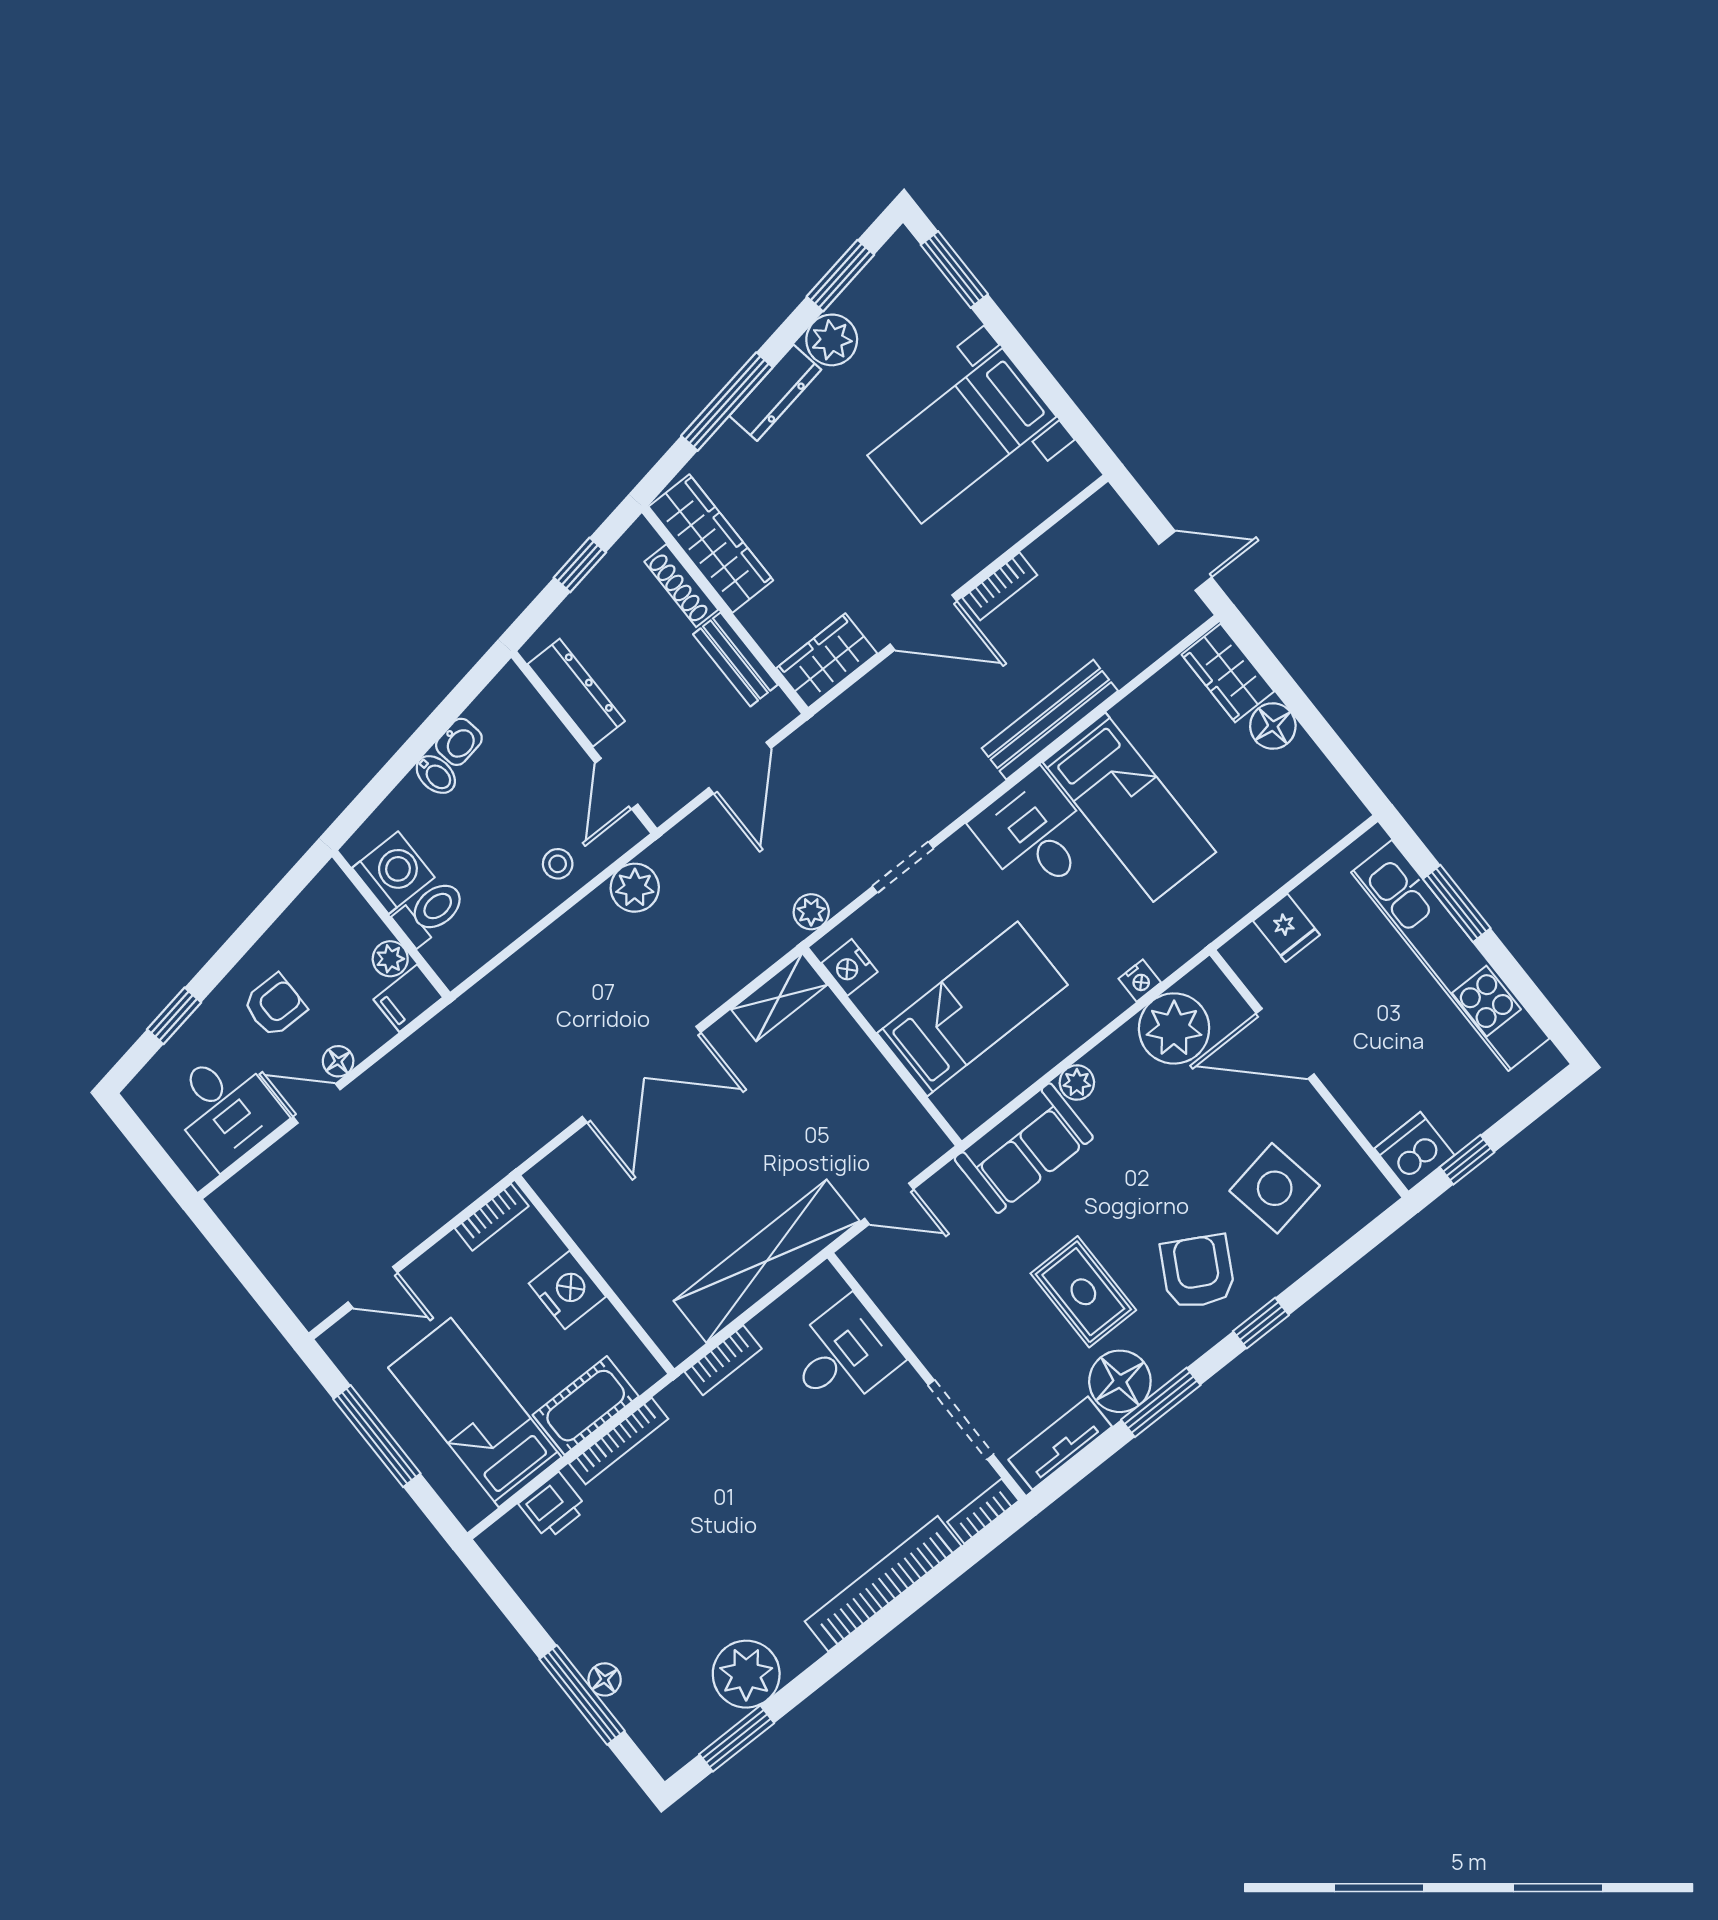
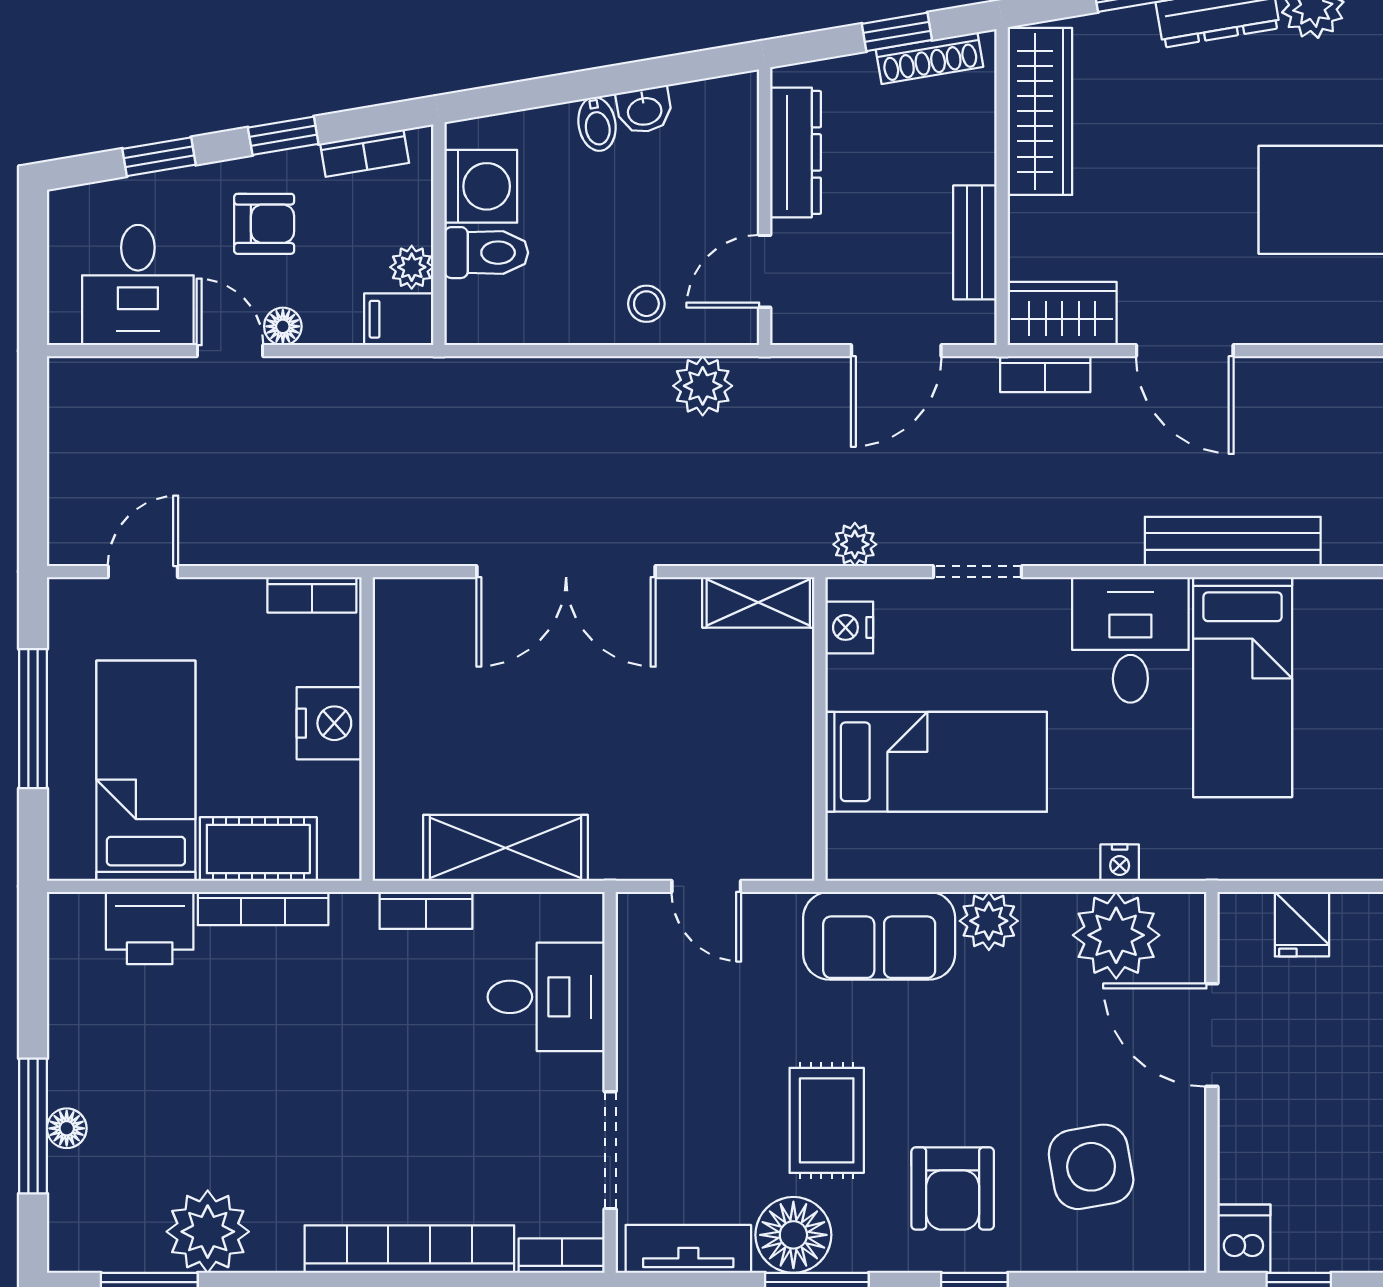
shoe rack: (681, 586) -> (930, 58), moved, turned -100
bookcase: (1000, 586) -> (1045, 374), moved
bookcase: (303, 910) -> (365, 153), added
window: (242, 940) -> (283, 136), added
plant: (1077, 1083) -> (989, 921), width x1.38, depth x1.38
dishwasher: (1414, 1152) -> (1244, 1239), width x0.73
shelving: (767, 1261) -> (506, 848), width x0.68
armchair: (1198, 1272) -> (953, 1188), turned 151
door: (373, 1287) -> (143, 572), swing flipped
printer: (553, 1506) -> (150, 928), width x1.36, depth x1.24

